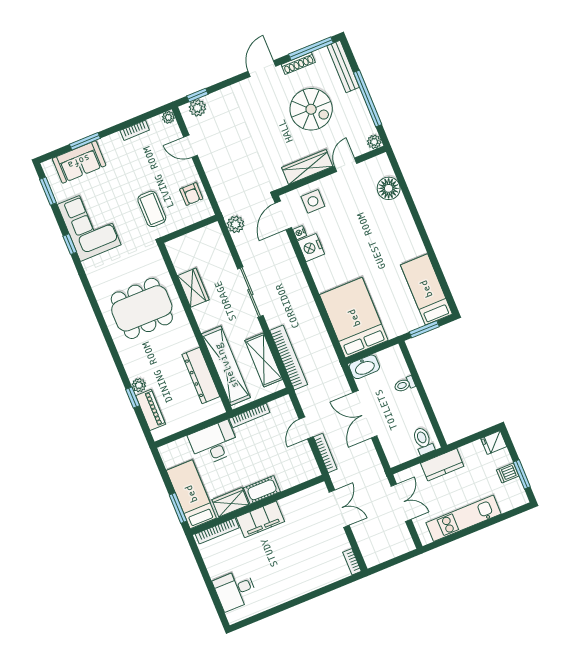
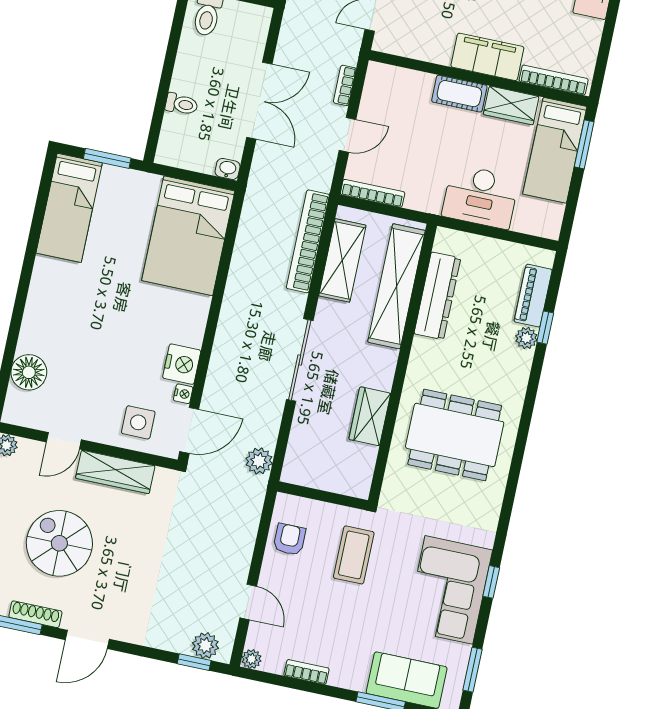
washbasin: (364, 367) -> (228, 169), width x0.52, depth x0.69
bookcase: (249, 415) -> (373, 193), moved
bookcase: (325, 453) -> (345, 85), width x0.64

